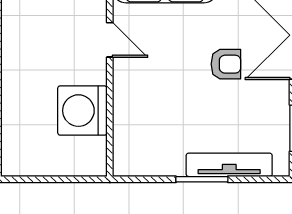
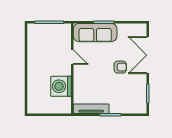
tv unit: (229, 165) -> (91, 109), moved

